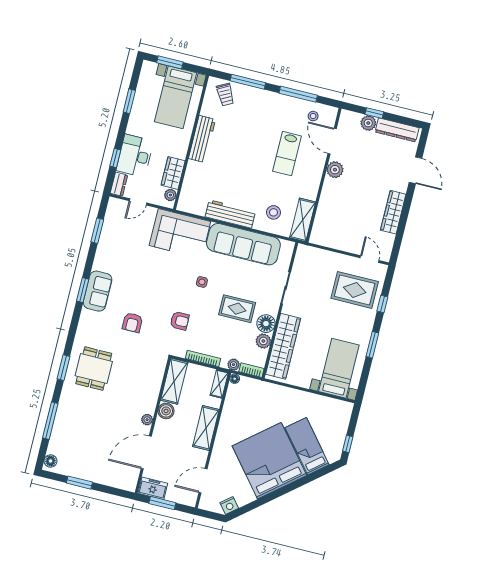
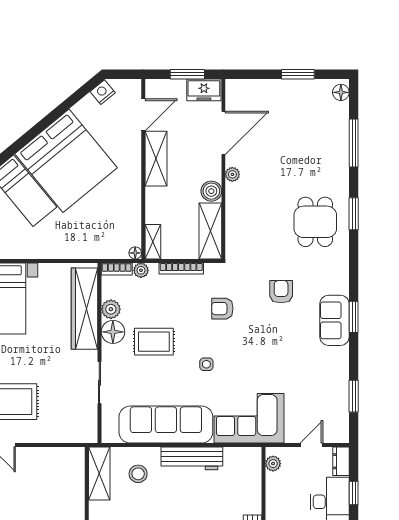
wardrobe: (173, 173) -> (276, 492), removed
shelving: (206, 428) -> (156, 159), moved

